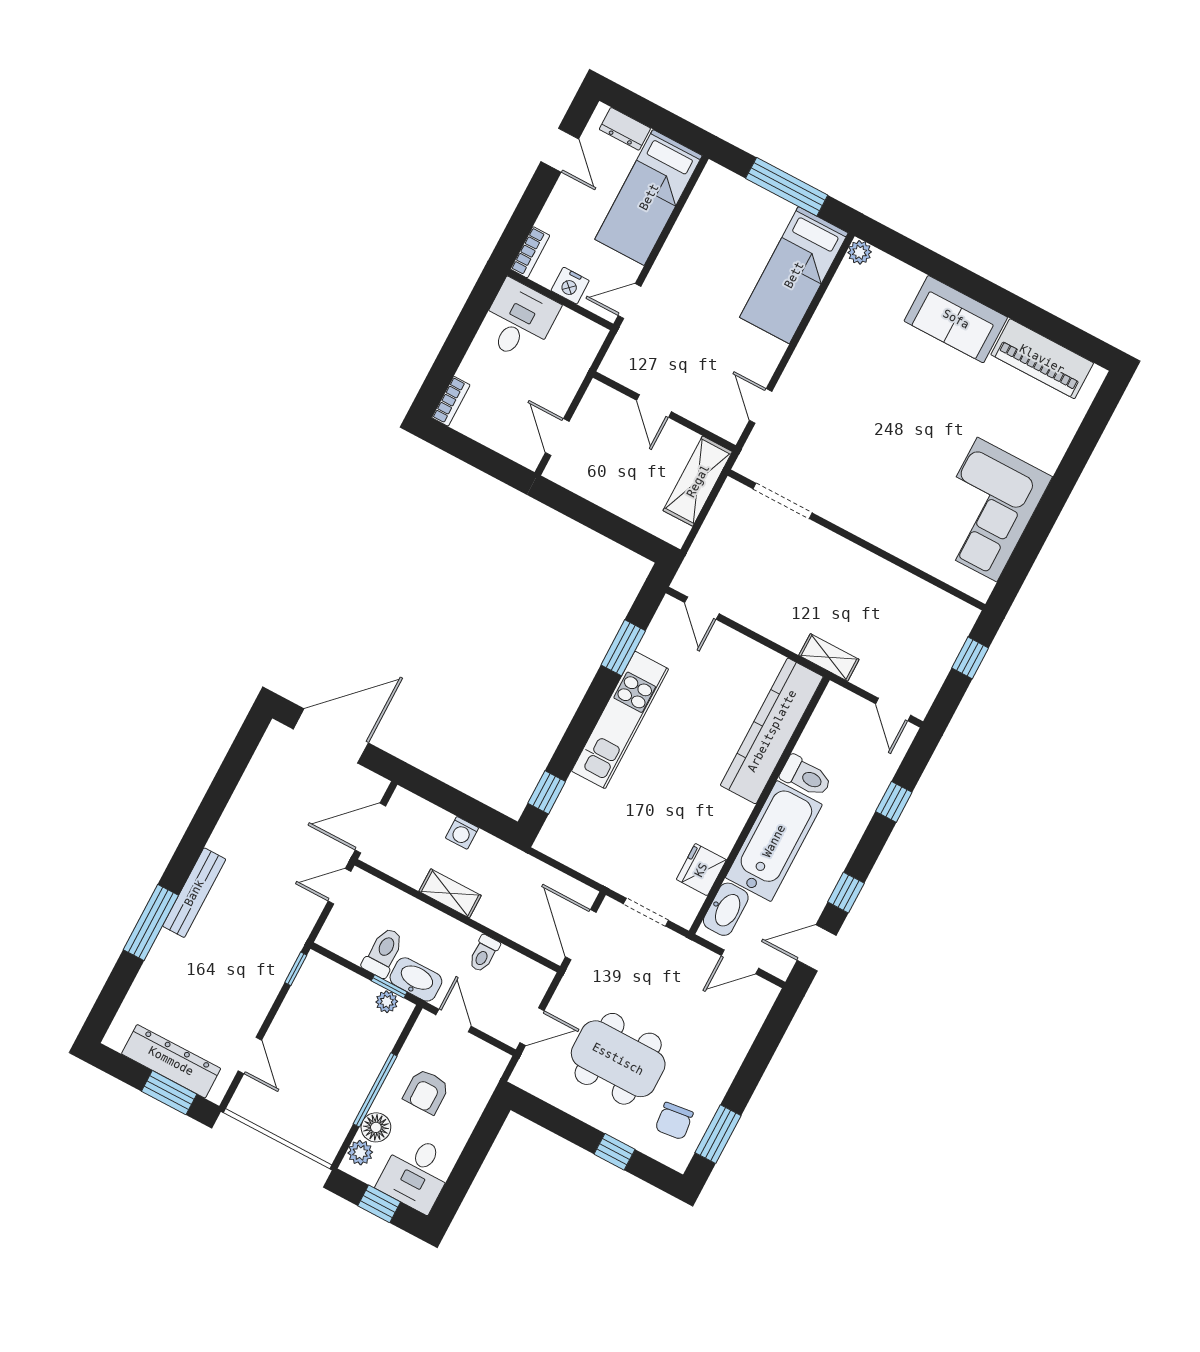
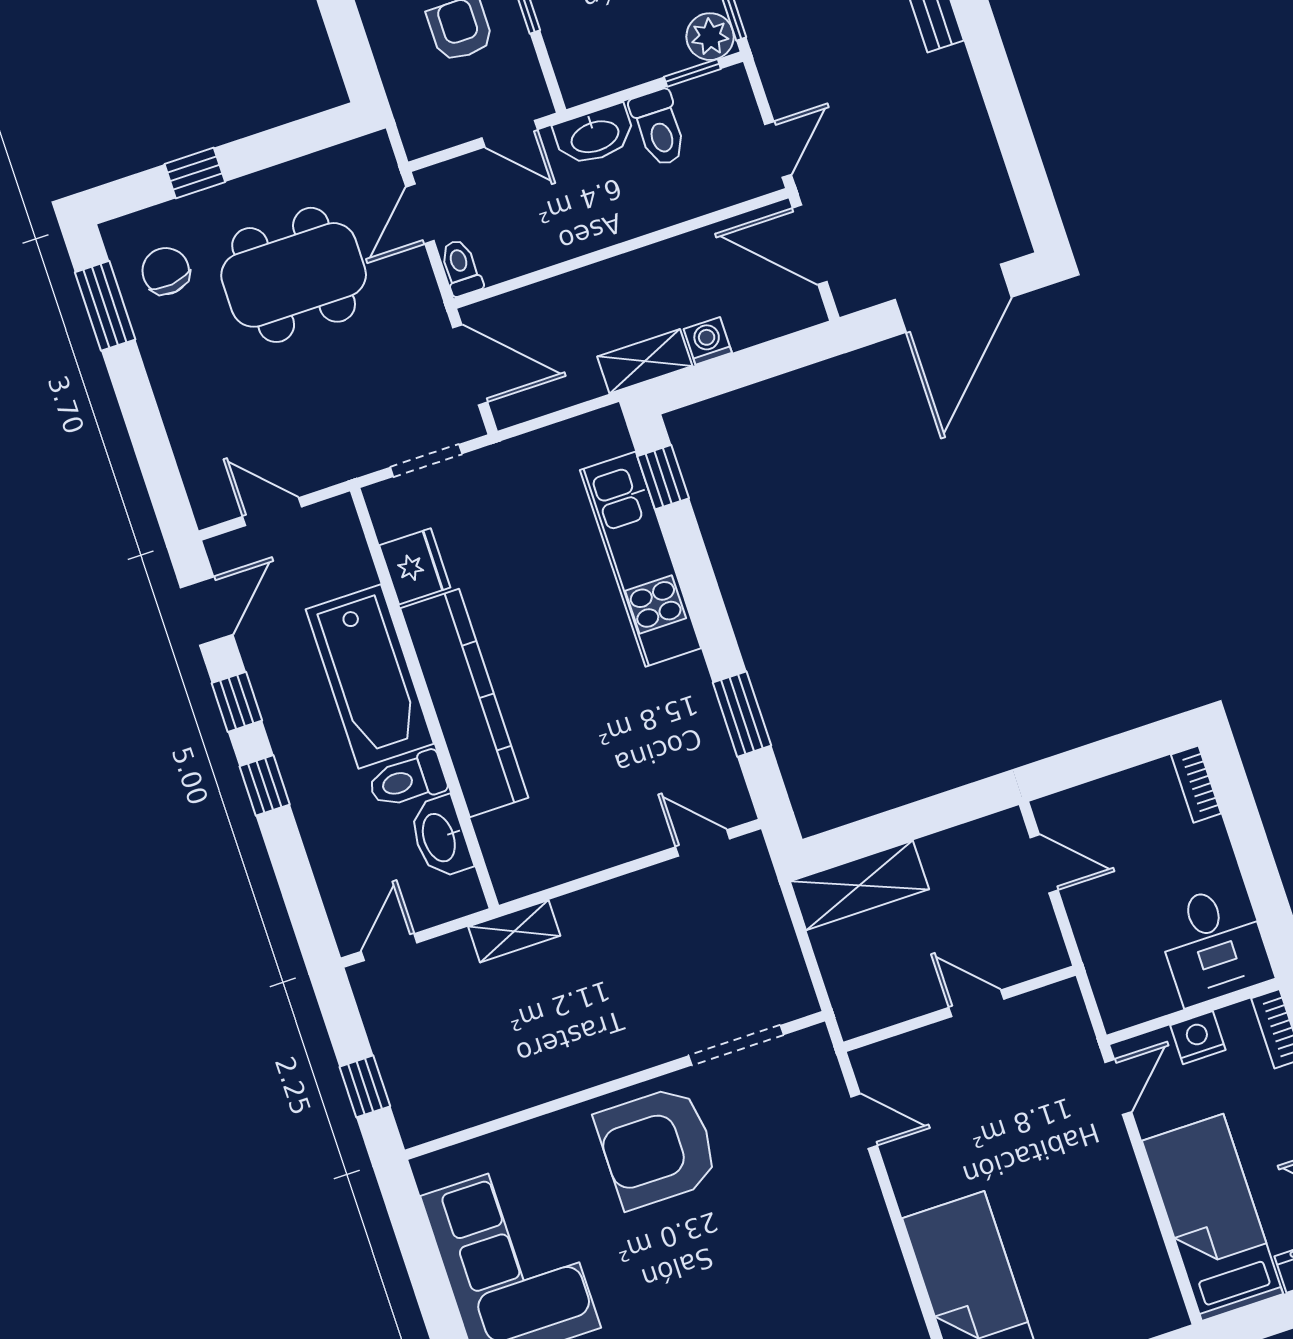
shelving: (698, 481) -> (859, 885), moved, turned 90
armchair: (867, 492) -> (657, 1147), added
door: (893, 709) -> (389, 947), hinge flipped
kitchen unit: (620, 720) -> (641, 559), moved
kitchen counter: (772, 731) -> (464, 703), moved
window: (894, 802) -> (265, 785), moved
door: (370, 828) -> (810, 245), swing flipped
shelving: (450, 893) -> (645, 361), moved
washbasin: (726, 909) -> (440, 837), moved
toilet: (484, 954) -> (461, 268), moved
door: (740, 962) -> (272, 512), hinge flipped
window: (389, 986) -> (692, 73), moved
plant: (387, 1002) -> (710, 37), moved, width x1.38, depth x1.38

